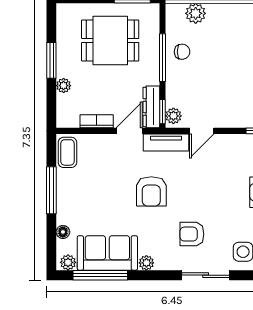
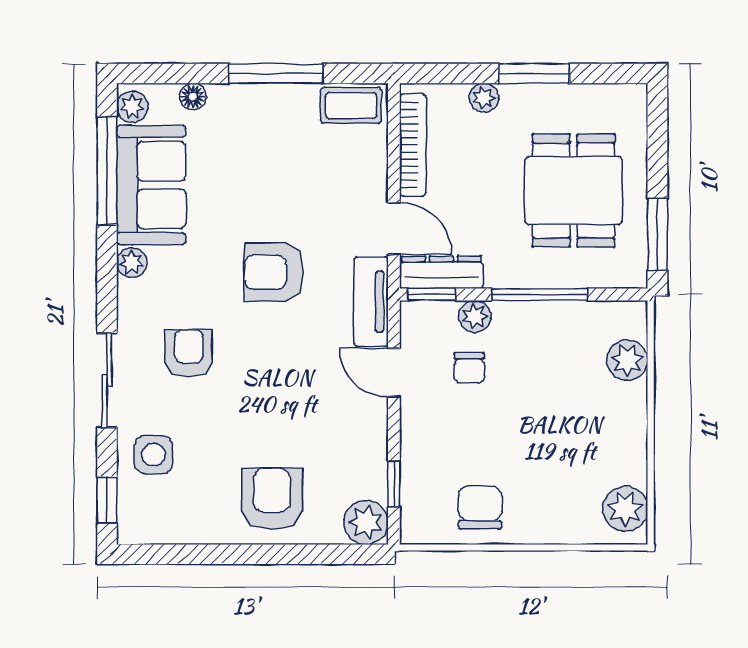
chair: (182, 52) -> (469, 368), moved
plant: (173, 116) -> (475, 316), moved
bookcase: (97, 121) -> (413, 145), width x1.56

